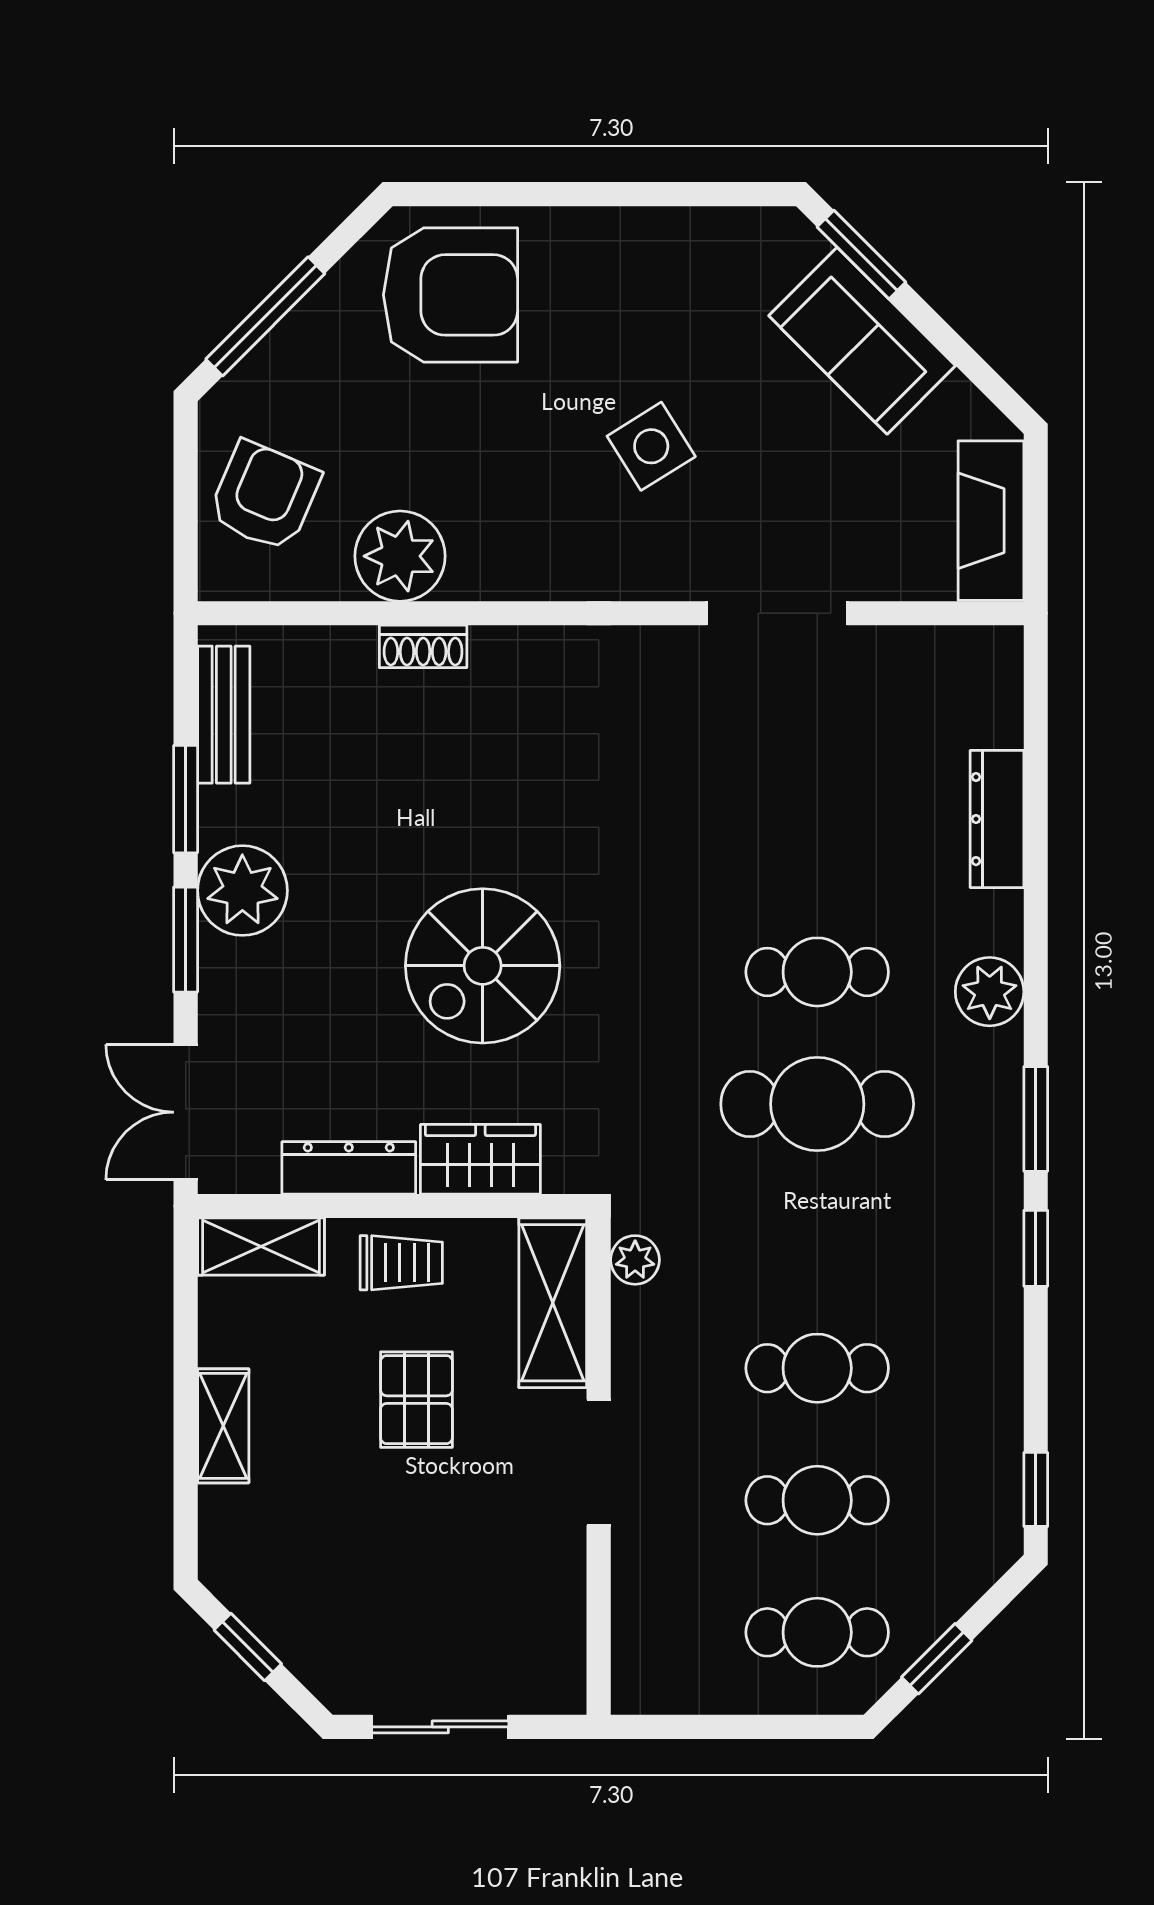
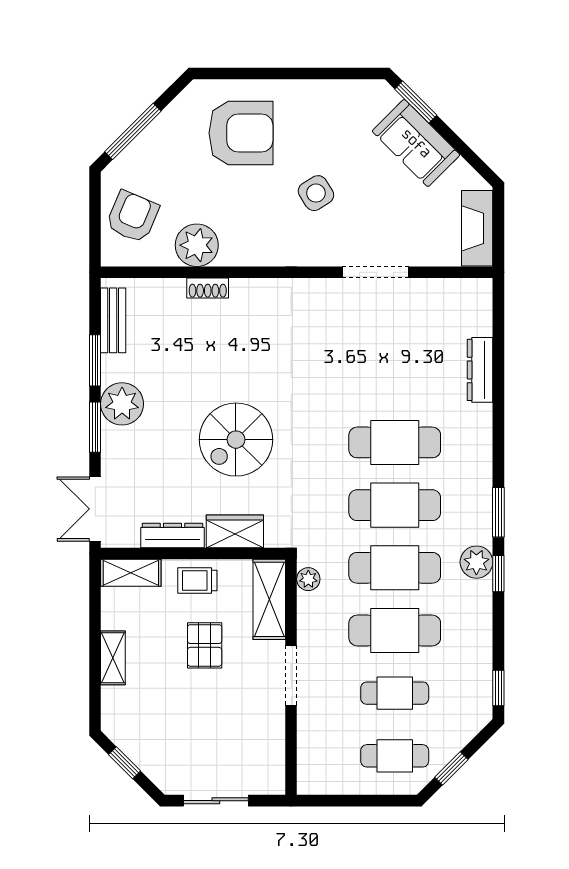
armchair: (450, 295) -> (241, 133), moved
cafe table: (817, 972) -> (395, 442), width x1.37, depth x1.35
plant: (990, 992) -> (476, 562), moved
cafe table: (817, 1236) -> (395, 568), added
trolley: (401, 1263) -> (197, 580), turned 180
cafe table: (817, 1368) -> (395, 630), width x1.37, depth x1.35

